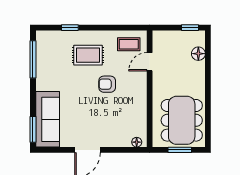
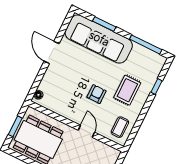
door: (150, 62) -> (86, 131), moved
sofa: (48, 119) -> (99, 39), width x1.36, depth x1.27
window: (33, 129) -> (104, 24), moved

